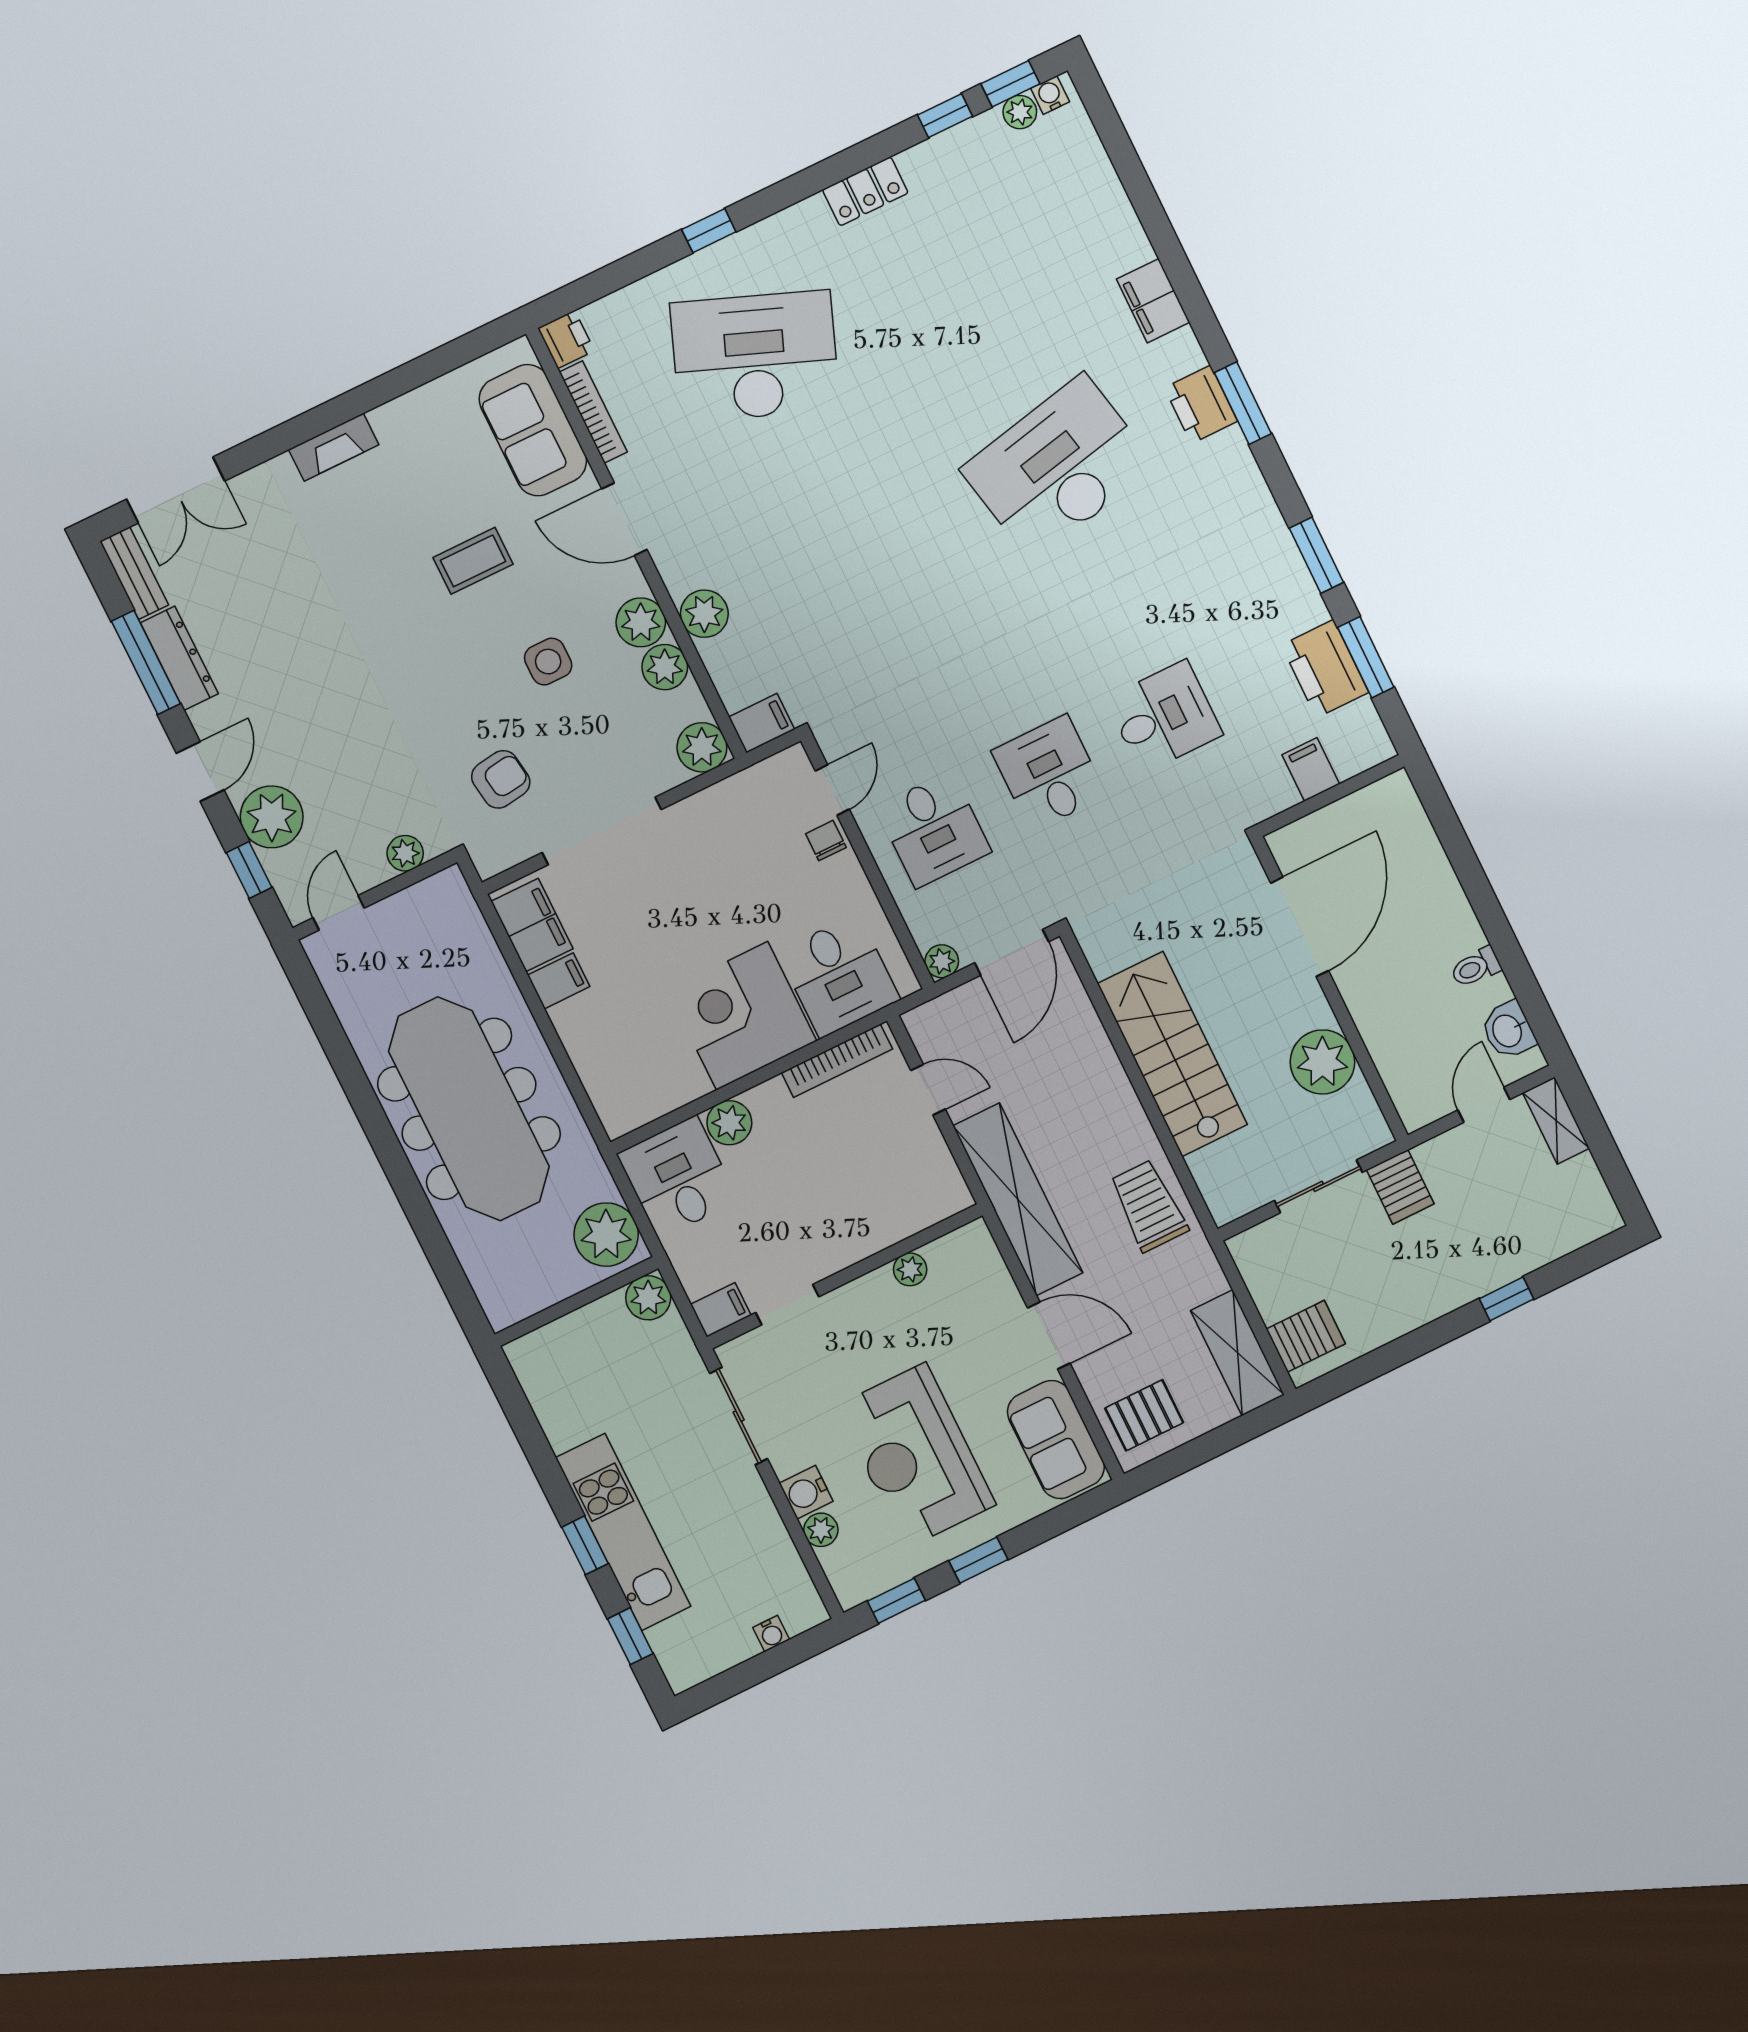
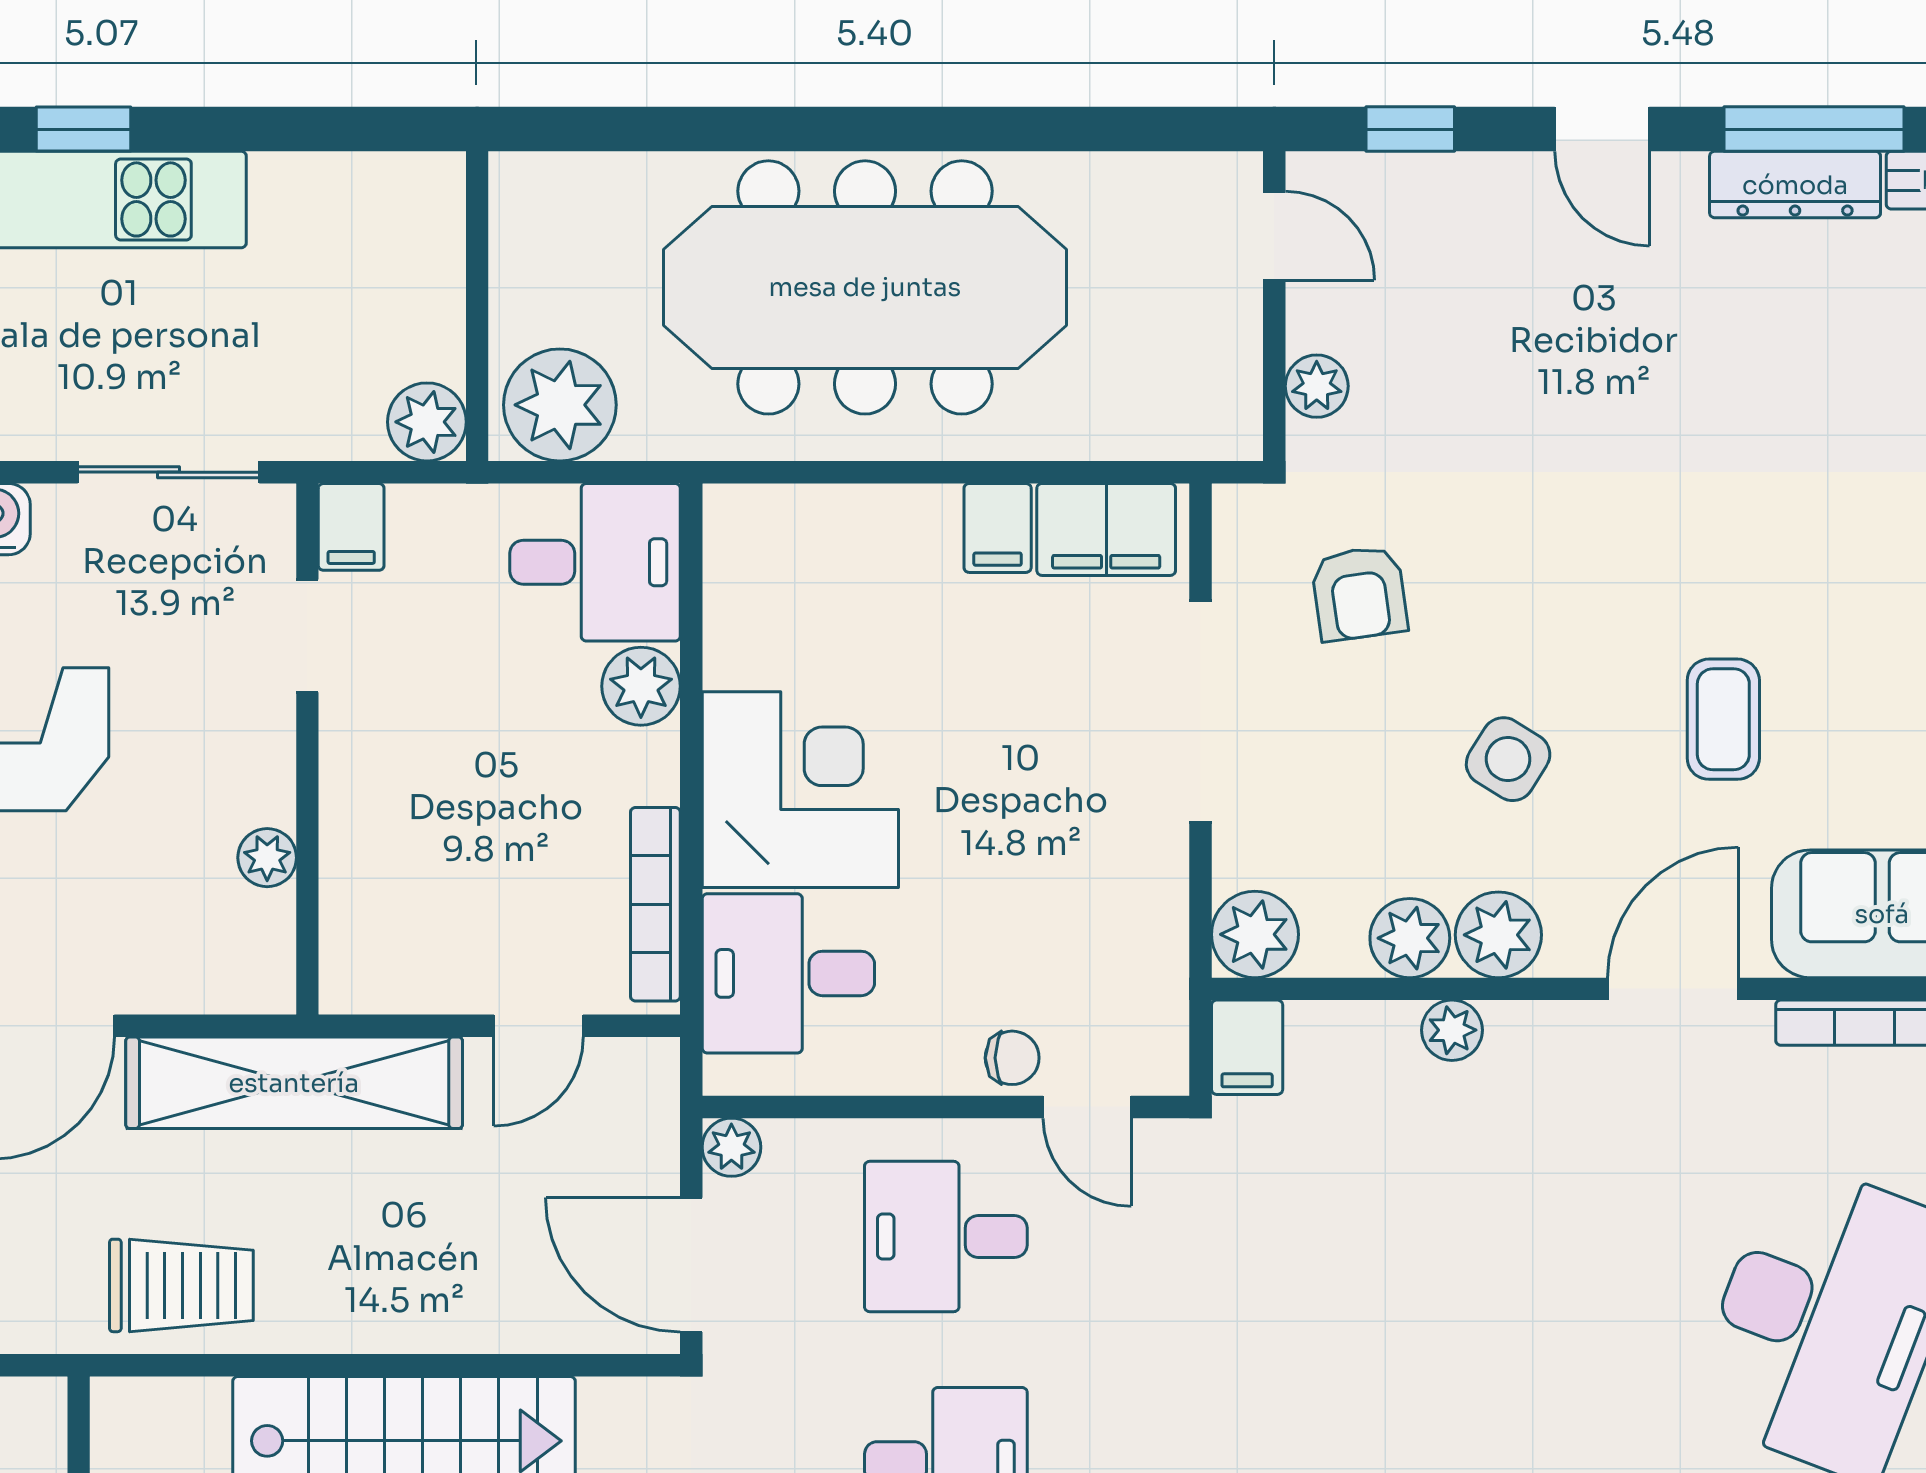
plant: (704, 614) -> (1452, 1030), width x0.73, depth x0.73
side table: (548, 662) -> (1508, 759), turned 32
plant: (272, 817) -> (1476, 206), removed

